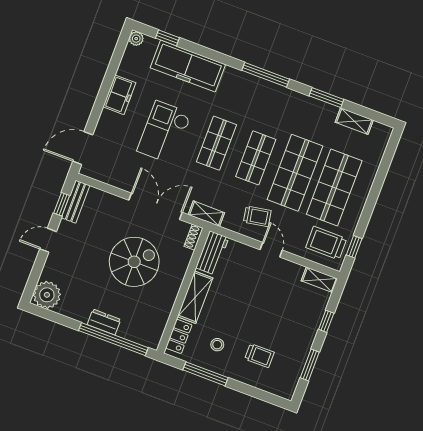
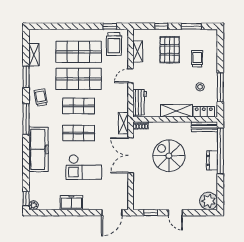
window: (168, 38) -> (26, 199), moved
freezer: (188, 66) -> (38, 149), moved
door: (83, 148) -> (112, 213), hinge flipped
bench: (76, 202) -> (204, 127), moved
trolley: (257, 216) -> (41, 98), moved
workbench: (212, 253) -> (139, 102), moved, turned 90
shelving: (319, 280) -> (138, 51), moved
pallet: (288, 321) -> (170, 50), added

